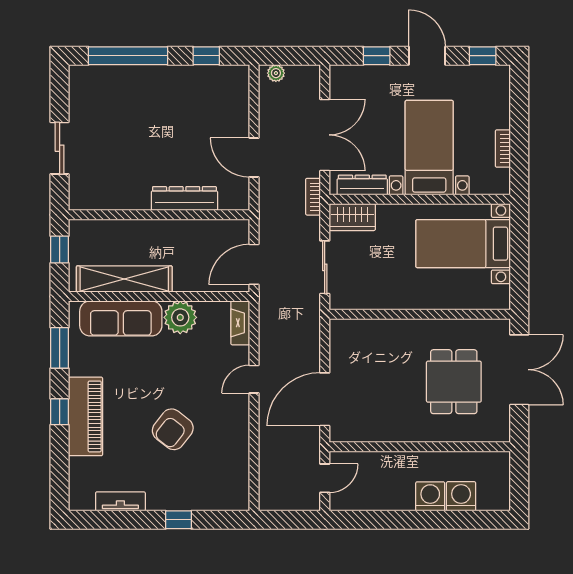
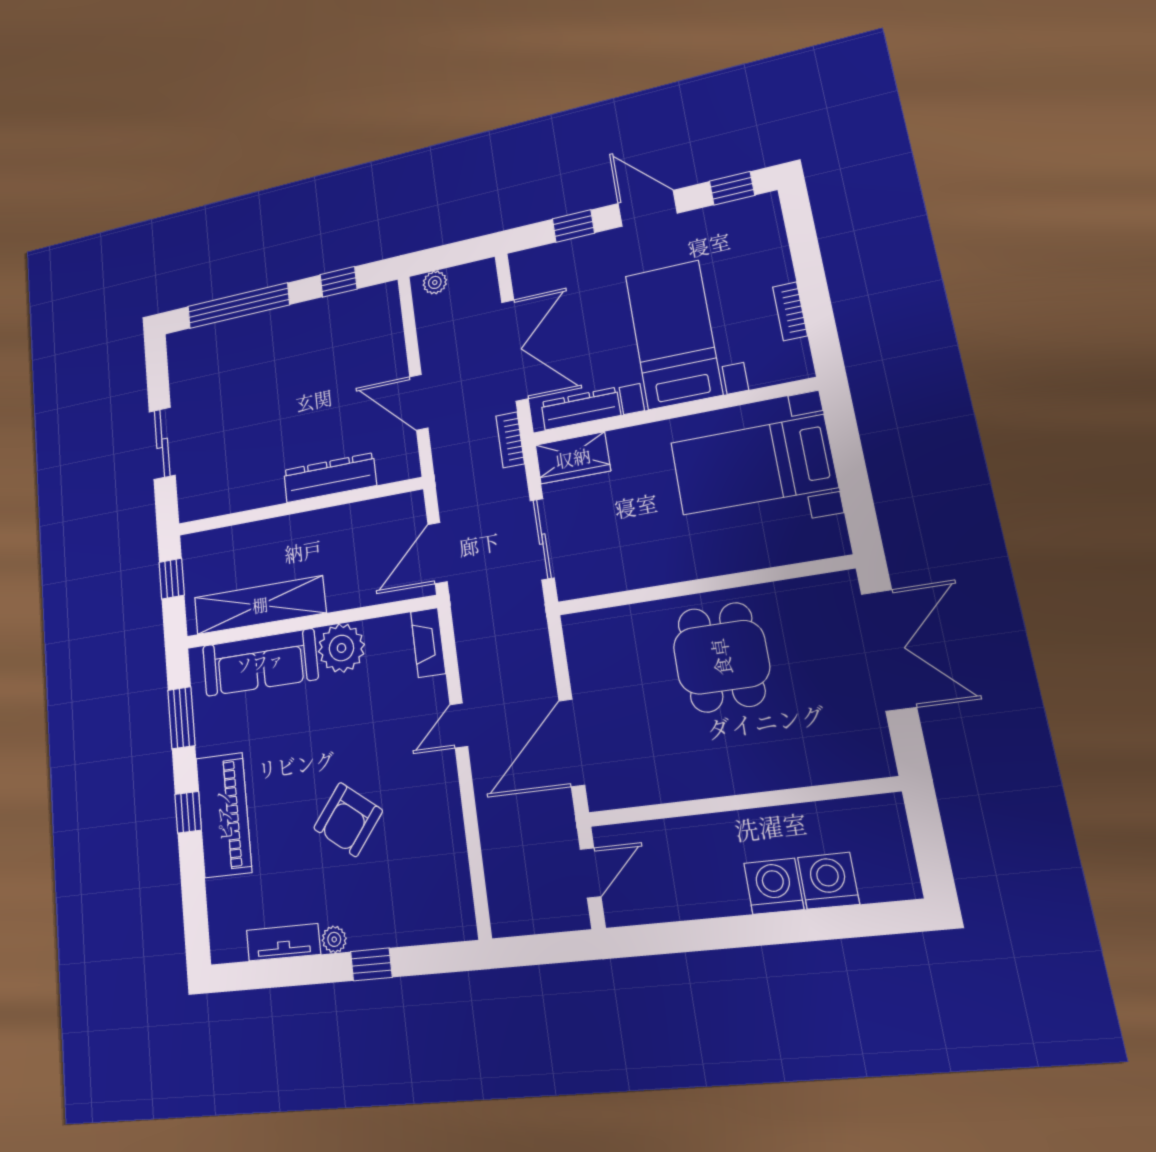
dining table: (454, 382) -> (721, 657), moved
plant: (155, 503) -> (334, 939), added

